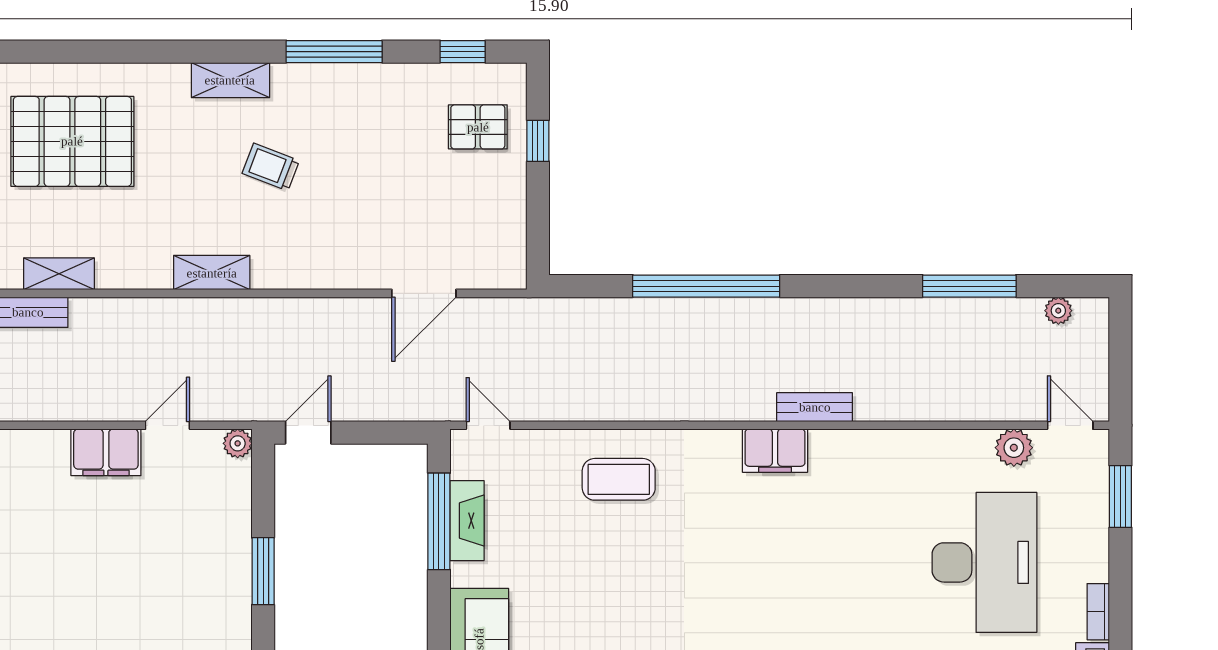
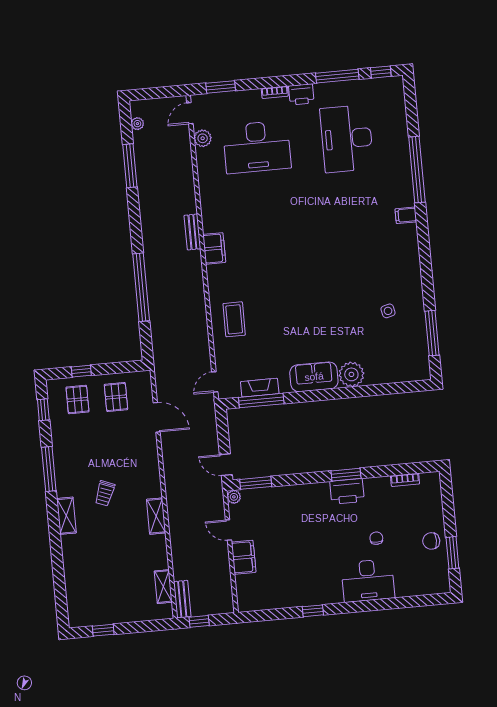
pallet: (72, 141) -> (116, 397), moved, width x0.49, depth x0.50
desk: (984, 562) -> (257, 147), turned 180
window: (263, 571) -> (256, 483), moved

